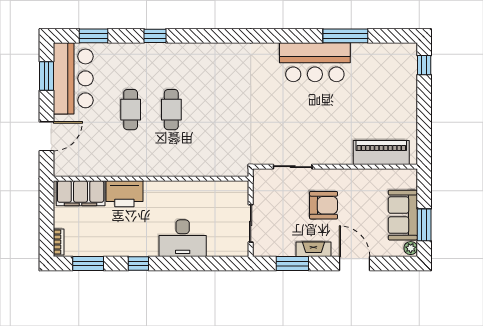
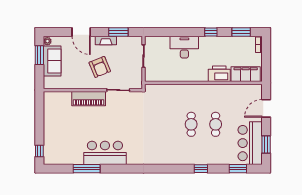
piano: (381, 153) -> (89, 99), moved
armchair: (324, 205) -> (100, 67), turned -112

